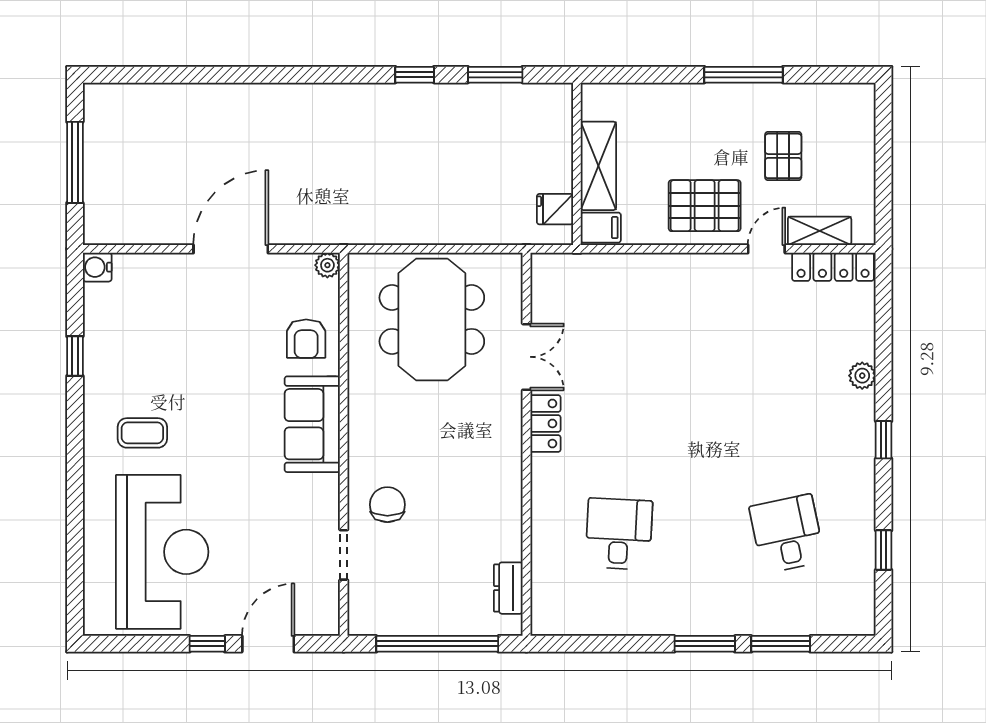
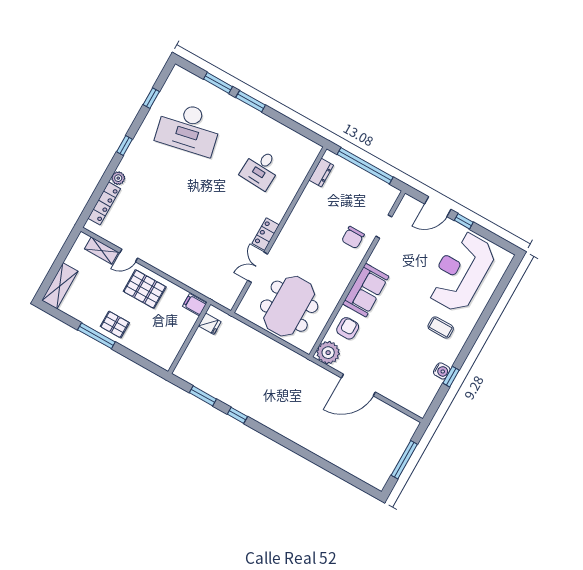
pallet: (783, 156) -> (115, 325), moved, turned 90
shelving: (598, 166) -> (60, 286), moved
plant: (327, 265) -> (328, 353), width x1.88, depth x1.88
water cooler: (97, 267) -> (442, 371), moved
locker: (833, 267) -> (104, 203), moved, turned 90
desk: (787, 534) -> (189, 128), width x1.87, depth x1.30

